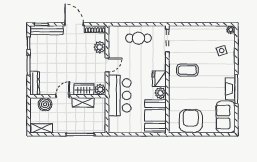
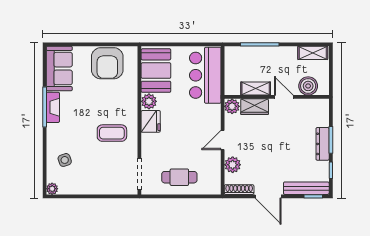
dresser: (35, 83) -> (323, 144), moved
bar counter: (120, 95) -> (205, 75), moved
door: (63, 96) -> (284, 97), swing flipped

